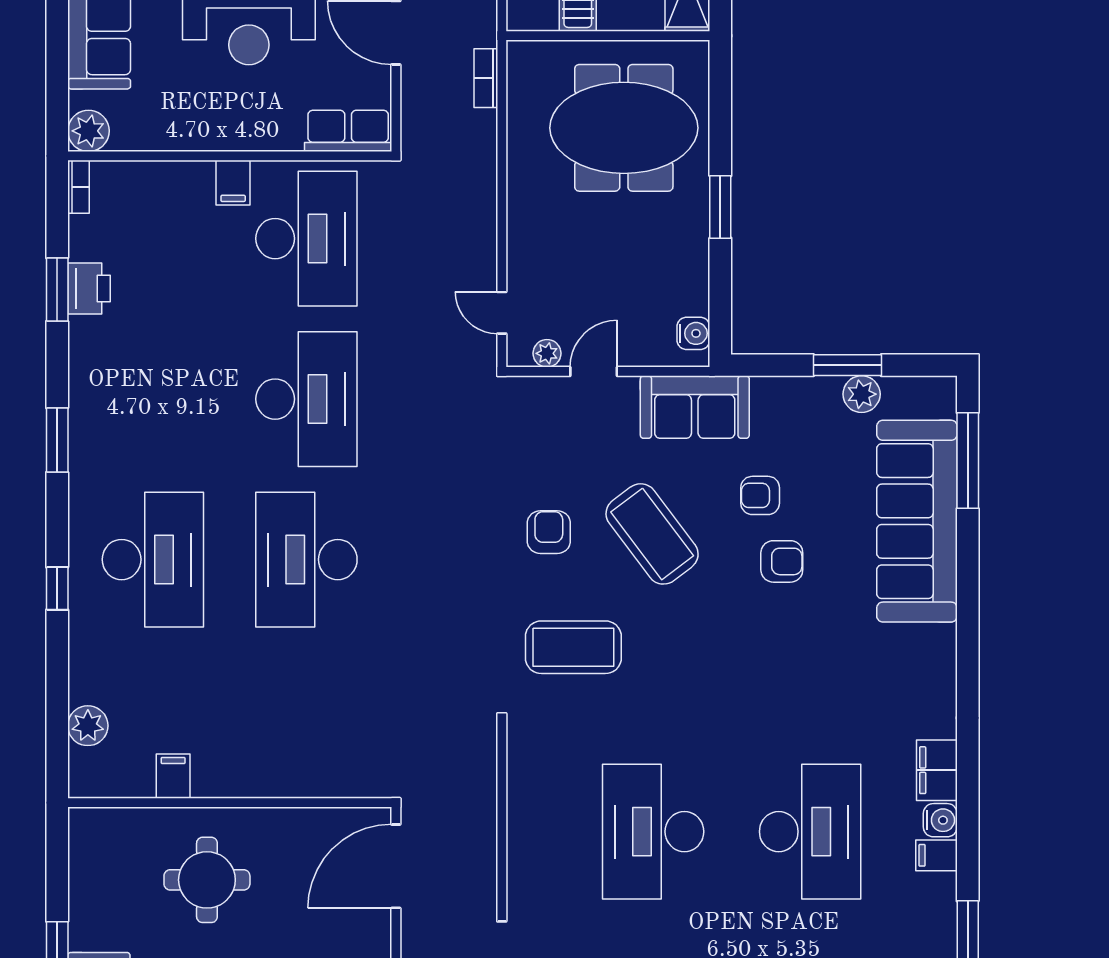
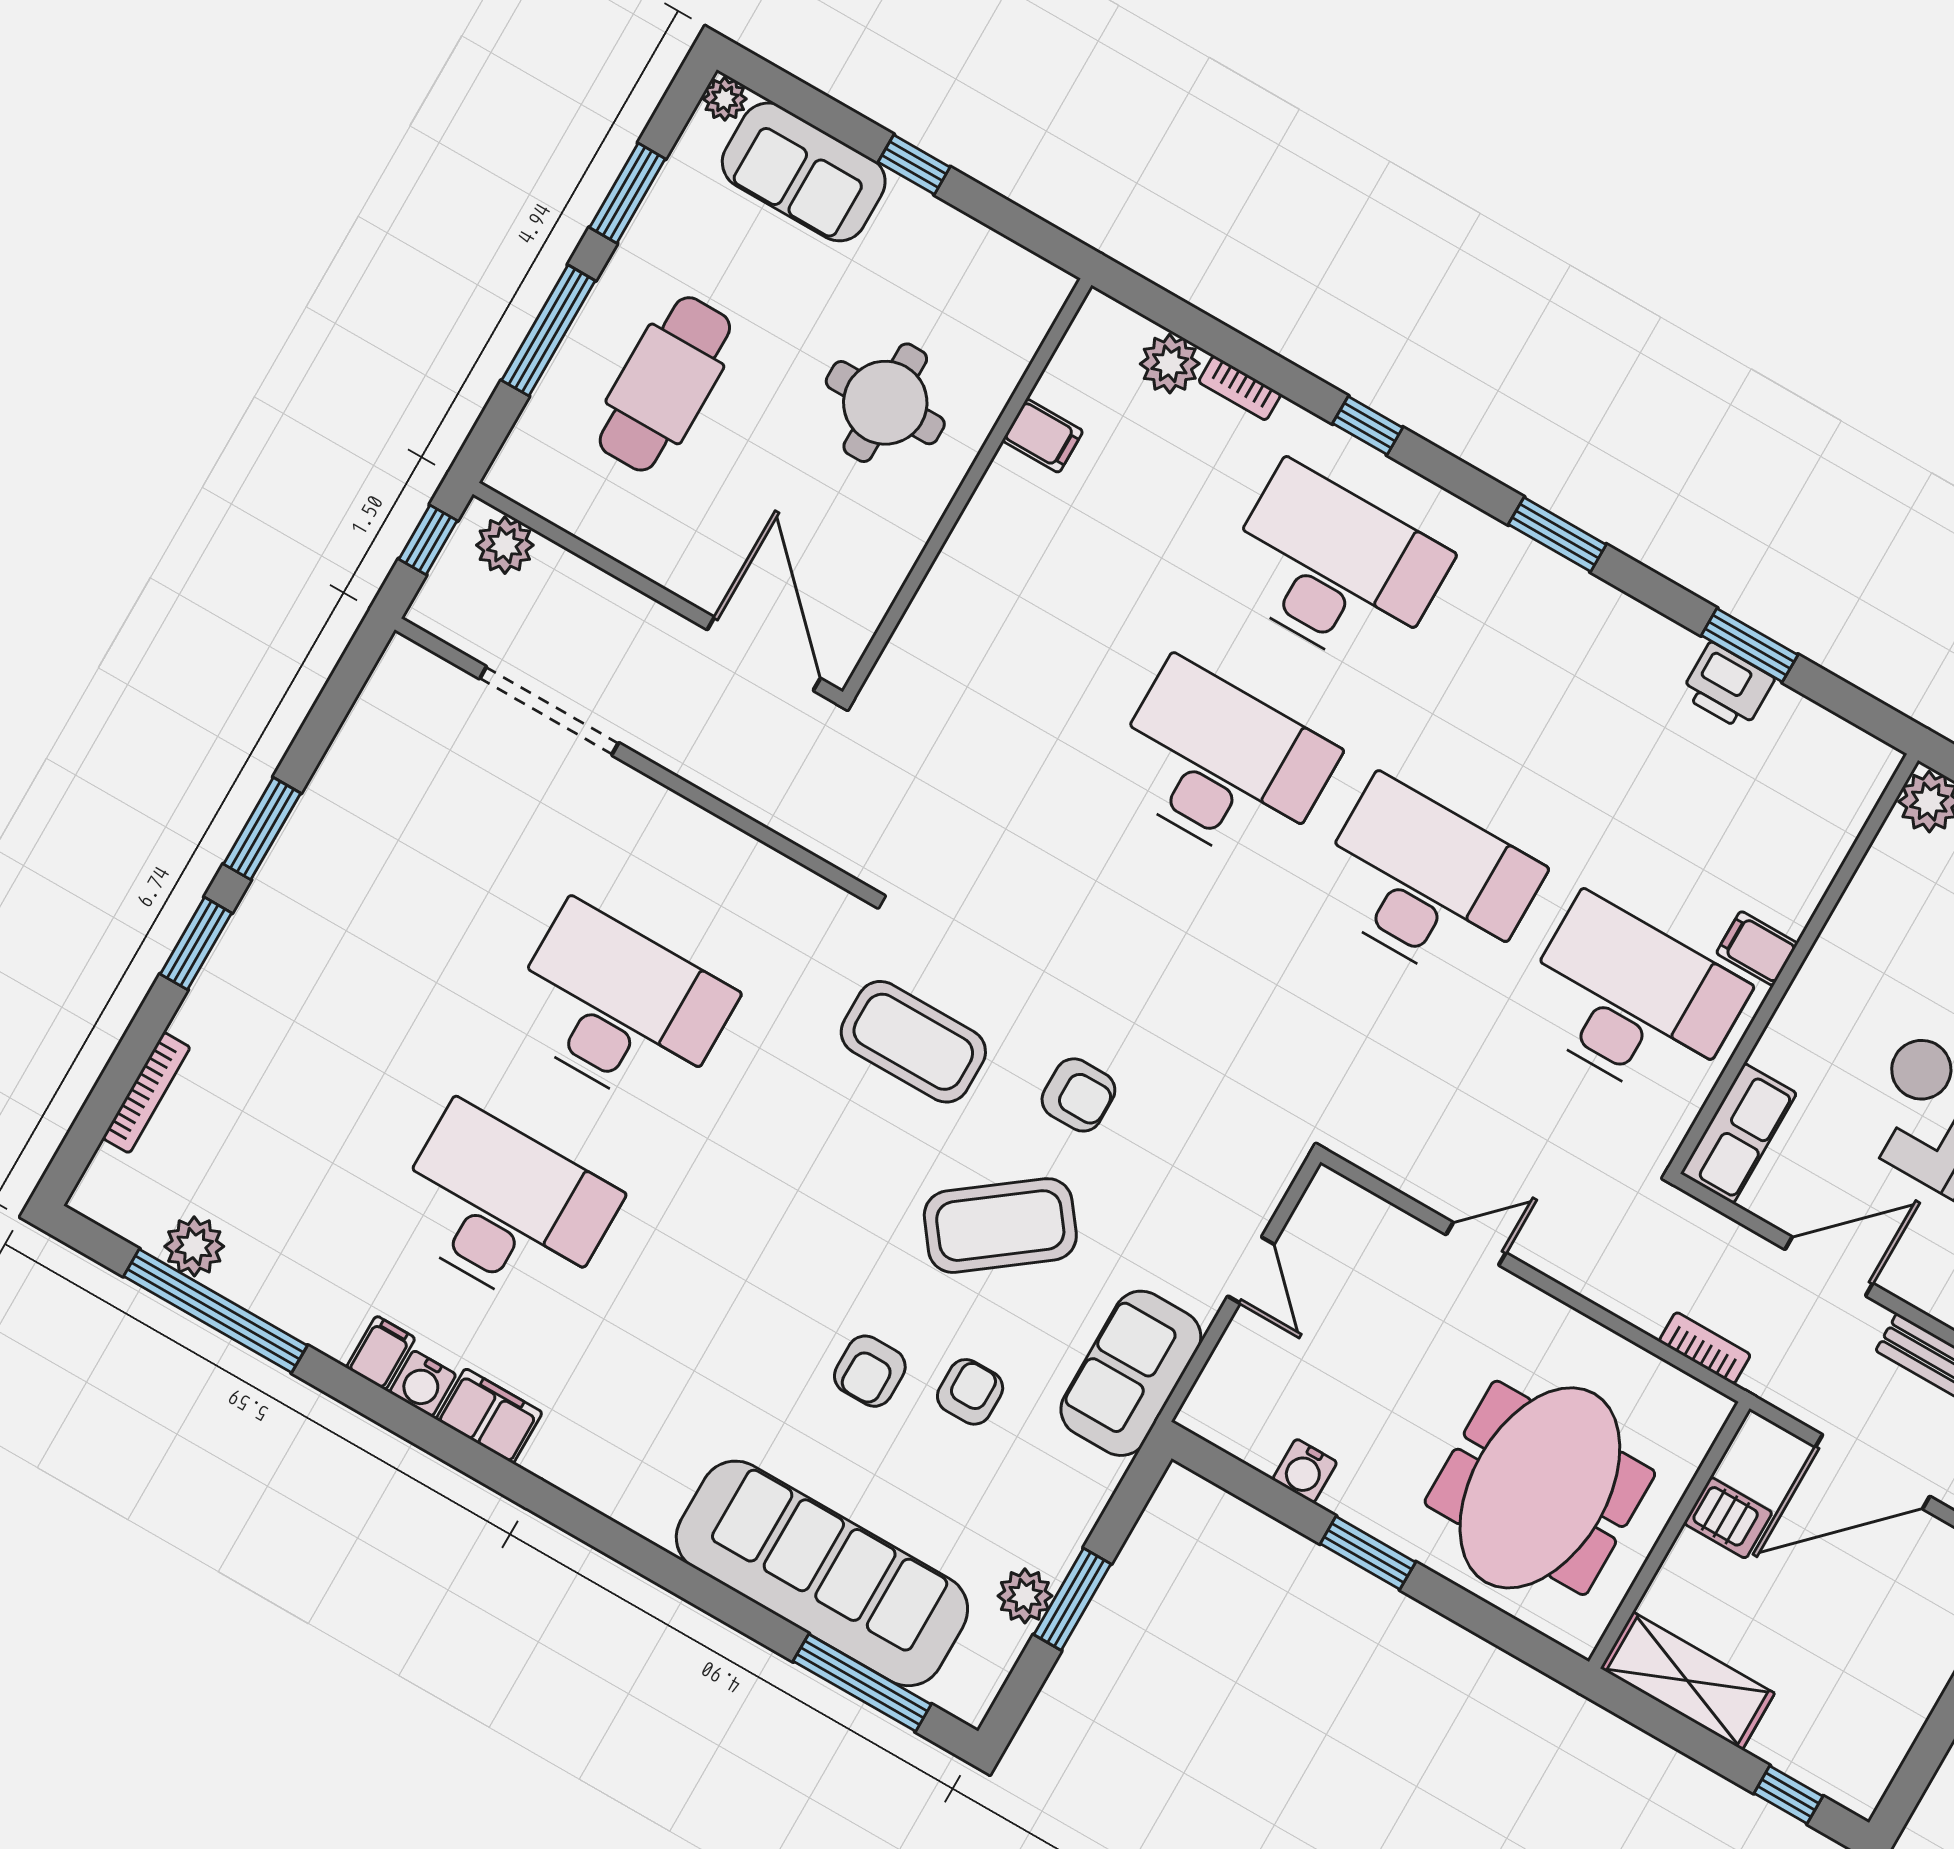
bookcase: (78, 187) -> (1240, 388), moved
desk: (306, 239) -> (1632, 1001), turned 180
door: (502, 313) -> (1476, 1244), moved
water cooler: (693, 333) -> (1305, 1471), moved
plant: (547, 353) -> (1308, 1224), removed
desk: (306, 399) -> (1427, 883), turned 180
desk: (153, 560) -> (1334, 569), turned 180
coffee table: (573, 647) -> (913, 1042), turned 90
desk: (810, 832) -> (504, 1209), turned 180

